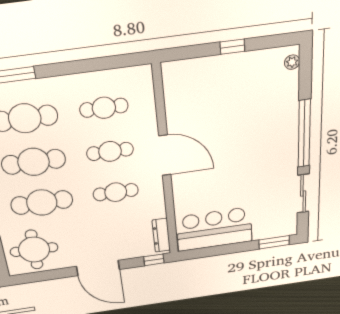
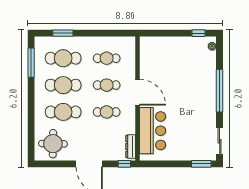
window: (232, 47) -> (198, 33), moved
sliding door: (303, 194) -> (220, 141), moved
bar counter: (214, 229) -> (153, 131), moved, turned 90

